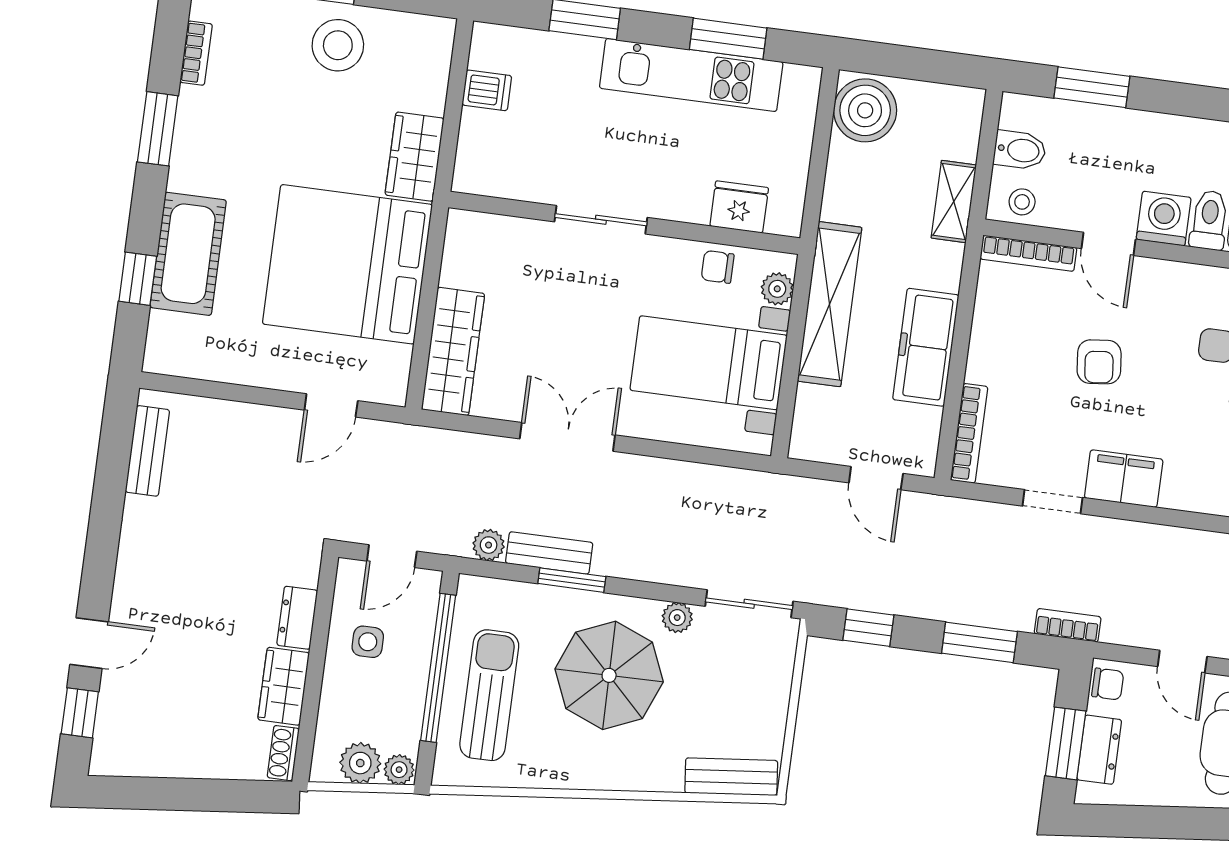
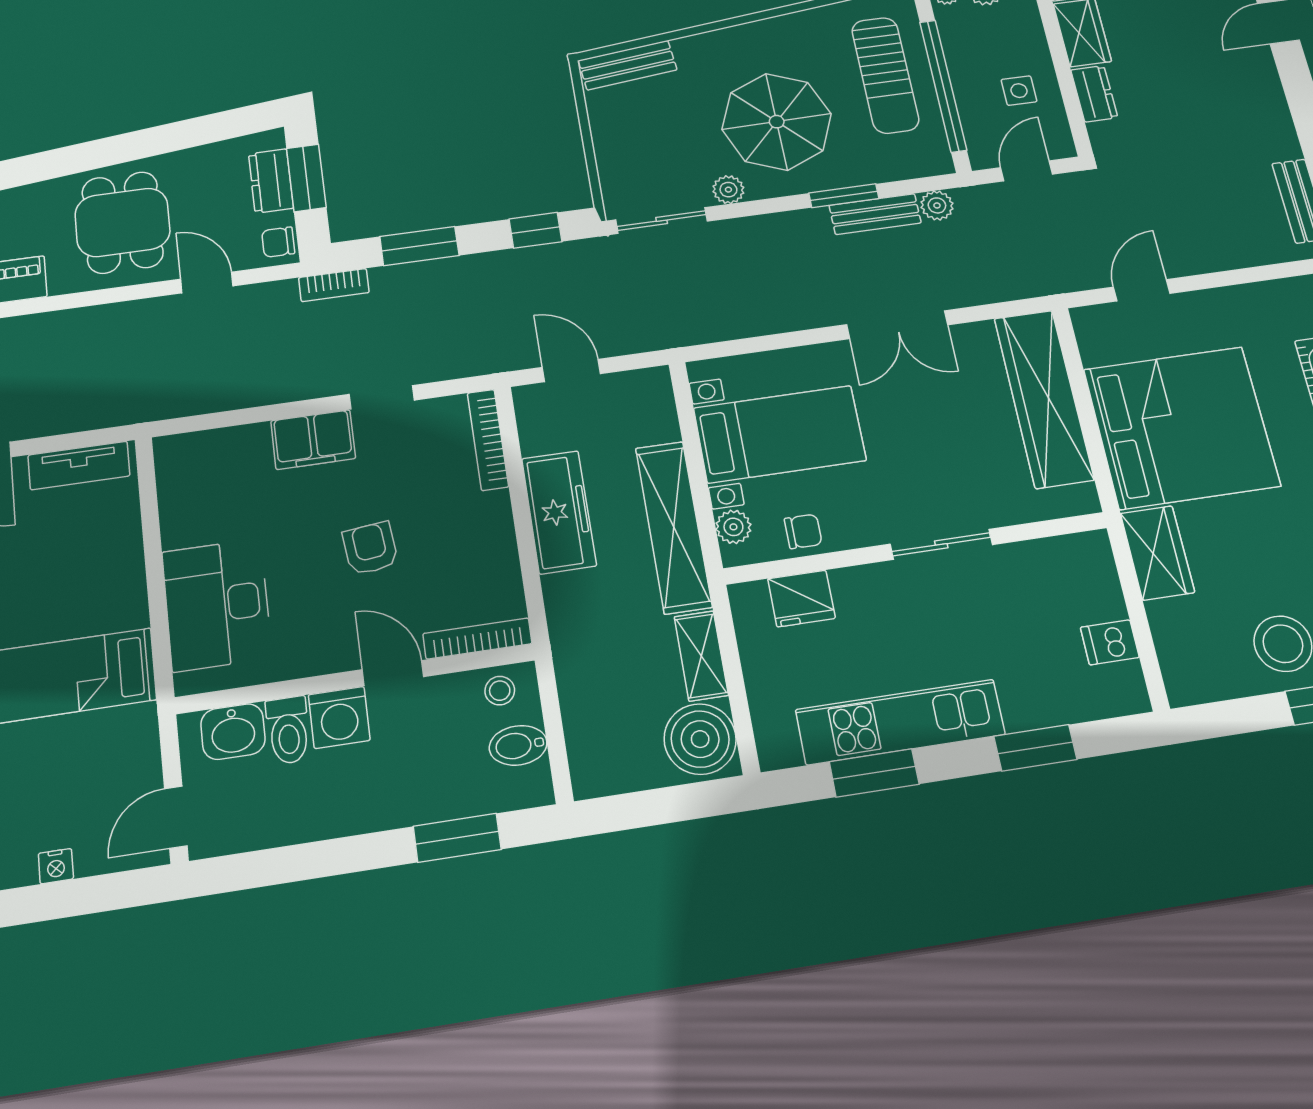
shelving: (954, 201) -> (701, 656), moved
wardrobe: (453, 351) -> (1044, 398), width x1.40, depth x1.17

